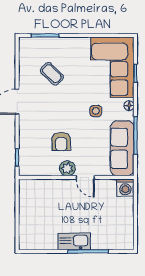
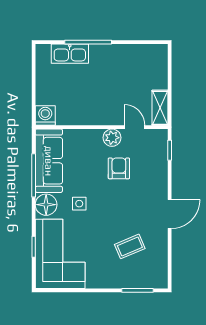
coffee table: (52, 74) -> (130, 246), turned -67
floor lamp: (129, 106) -> (46, 205), width x1.89, depth x1.89
door: (85, 177) -> (135, 127), moved
shelving: (26, 194) -> (160, 108), added
kitchen sink: (74, 241) -> (70, 54), moved

